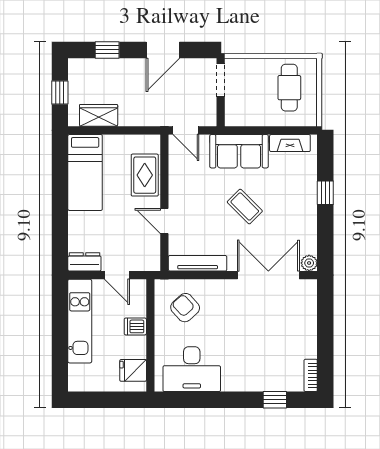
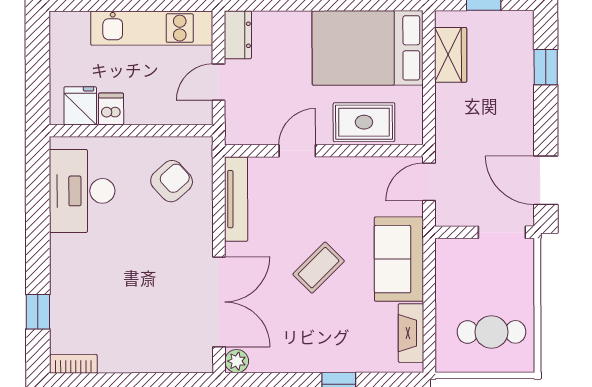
door: (163, 50) -> (546, 180), moved
bed: (85, 172) -> (368, 48), width x1.50
dishwasher: (135, 326) -> (111, 109), moved

